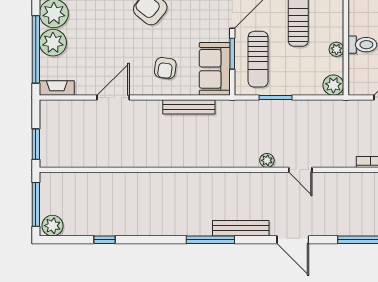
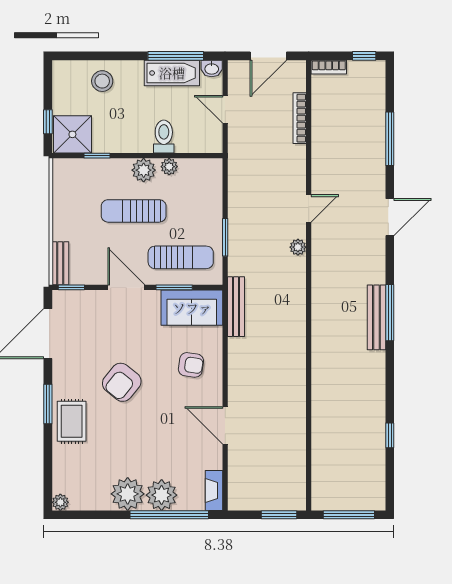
plant: (333, 85) -> (144, 170), moved
bench: (189, 107) -> (236, 307), moved
plant: (52, 226) -> (373, 496), removed
bench: (241, 228) -> (376, 317), moved

